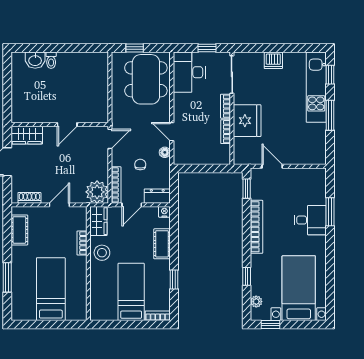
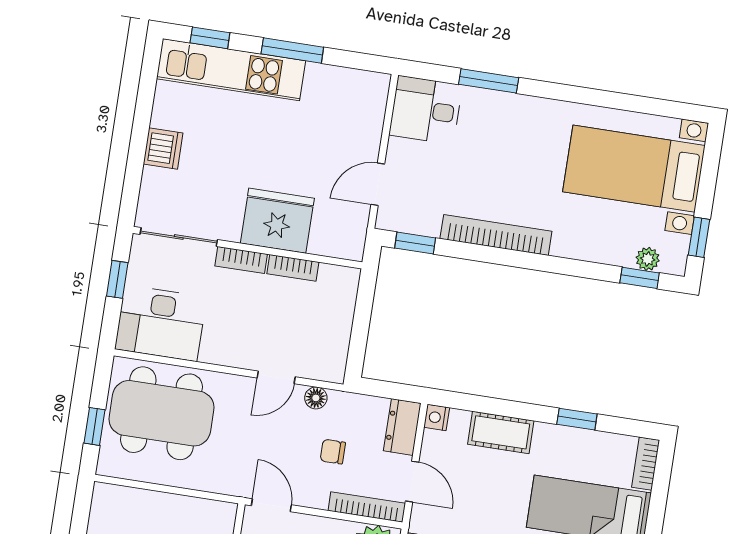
desk: (310, 220) -> (426, 110), moved, turned -90
window: (247, 276) -> (640, 278), moved

